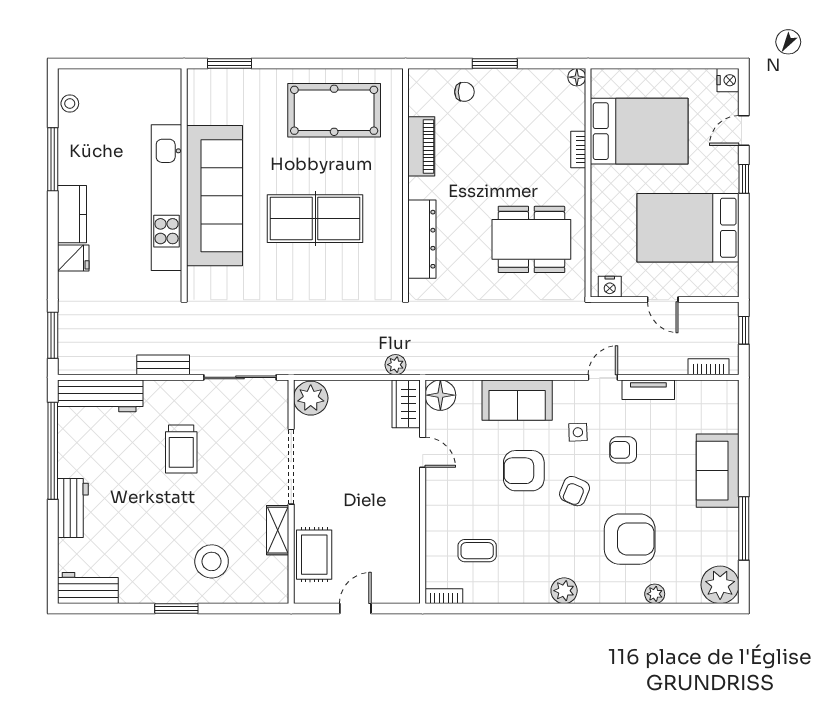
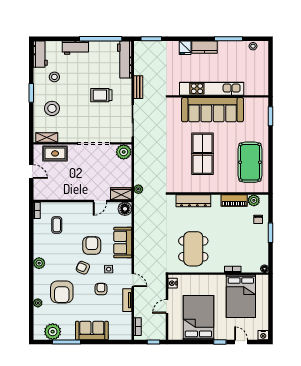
plant: (421, 102) -> (254, 200), added
shelving: (278, 530) -> (47, 137), moved
stool: (140, 556) -> (54, 77), added
plant: (720, 585) -> (53, 332), moved

